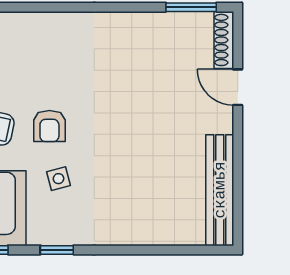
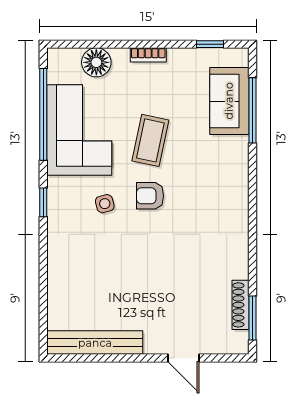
shoe rack: (224, 40) -> (241, 305), moved, turned -90
door: (238, 87) -> (183, 358), swing flipped

